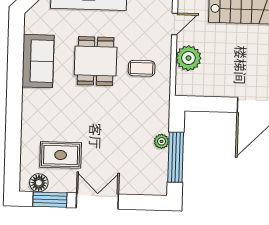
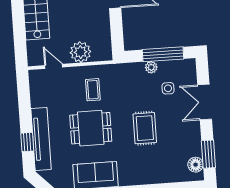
rug: (61, 155) -> (145, 128), moved
side table: (134, 159) -> (168, 88), added
double door: (97, 201) -> (205, 102), moved

